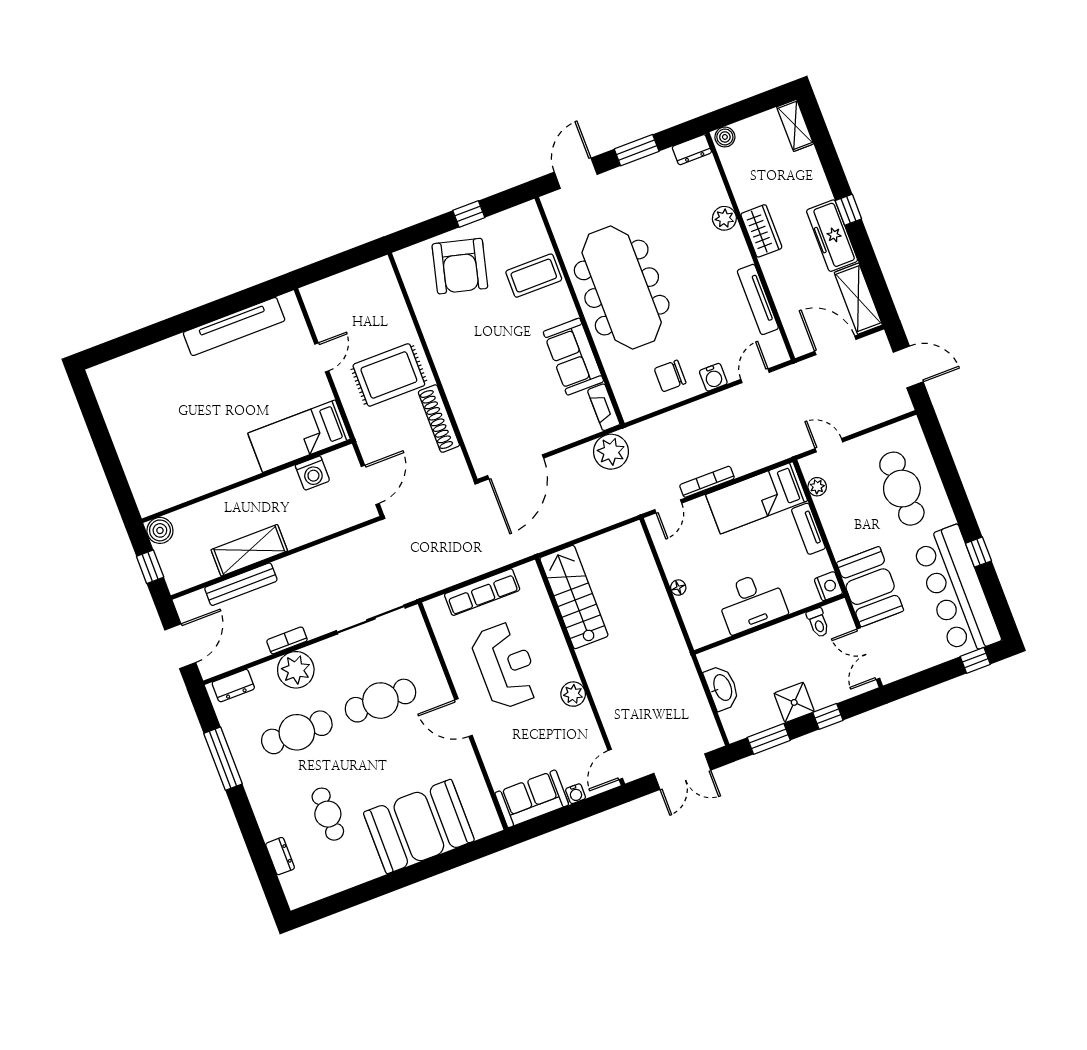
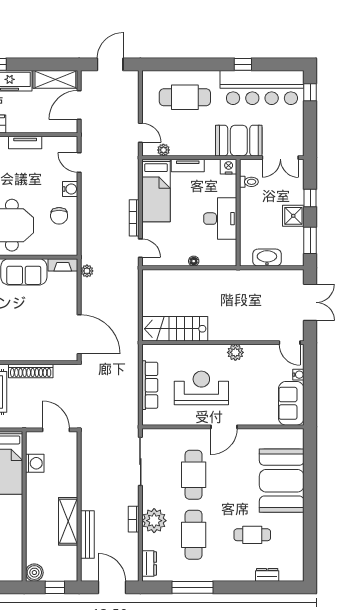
tv unit: (758, 299) -> (25, 143), width x0.71
door: (829, 445) -> (140, 133), swing flipped
plant: (611, 452) -> (87, 271), width x0.53, depth x0.53

